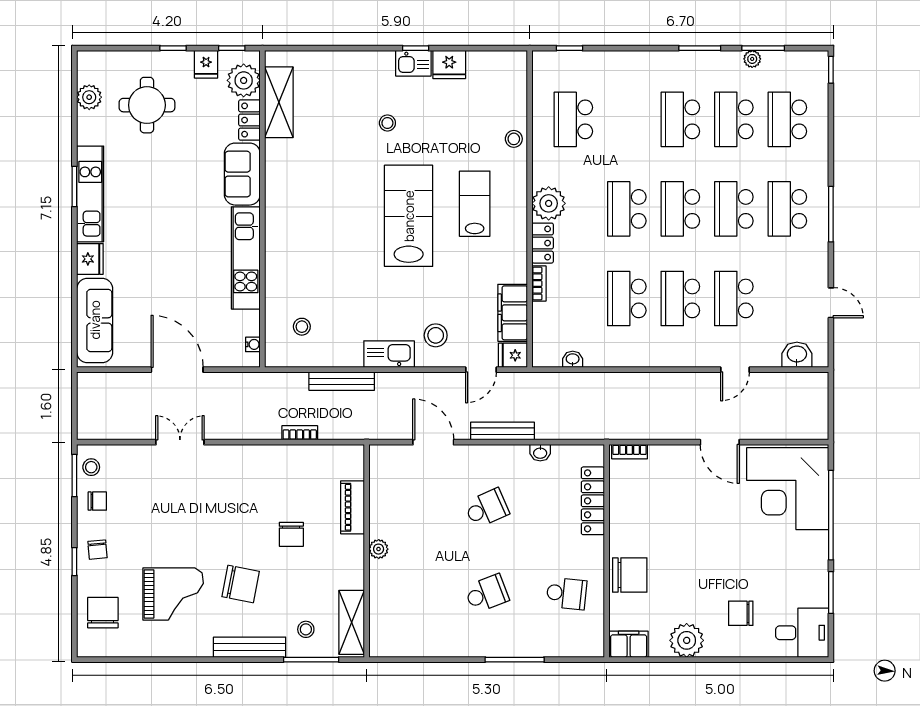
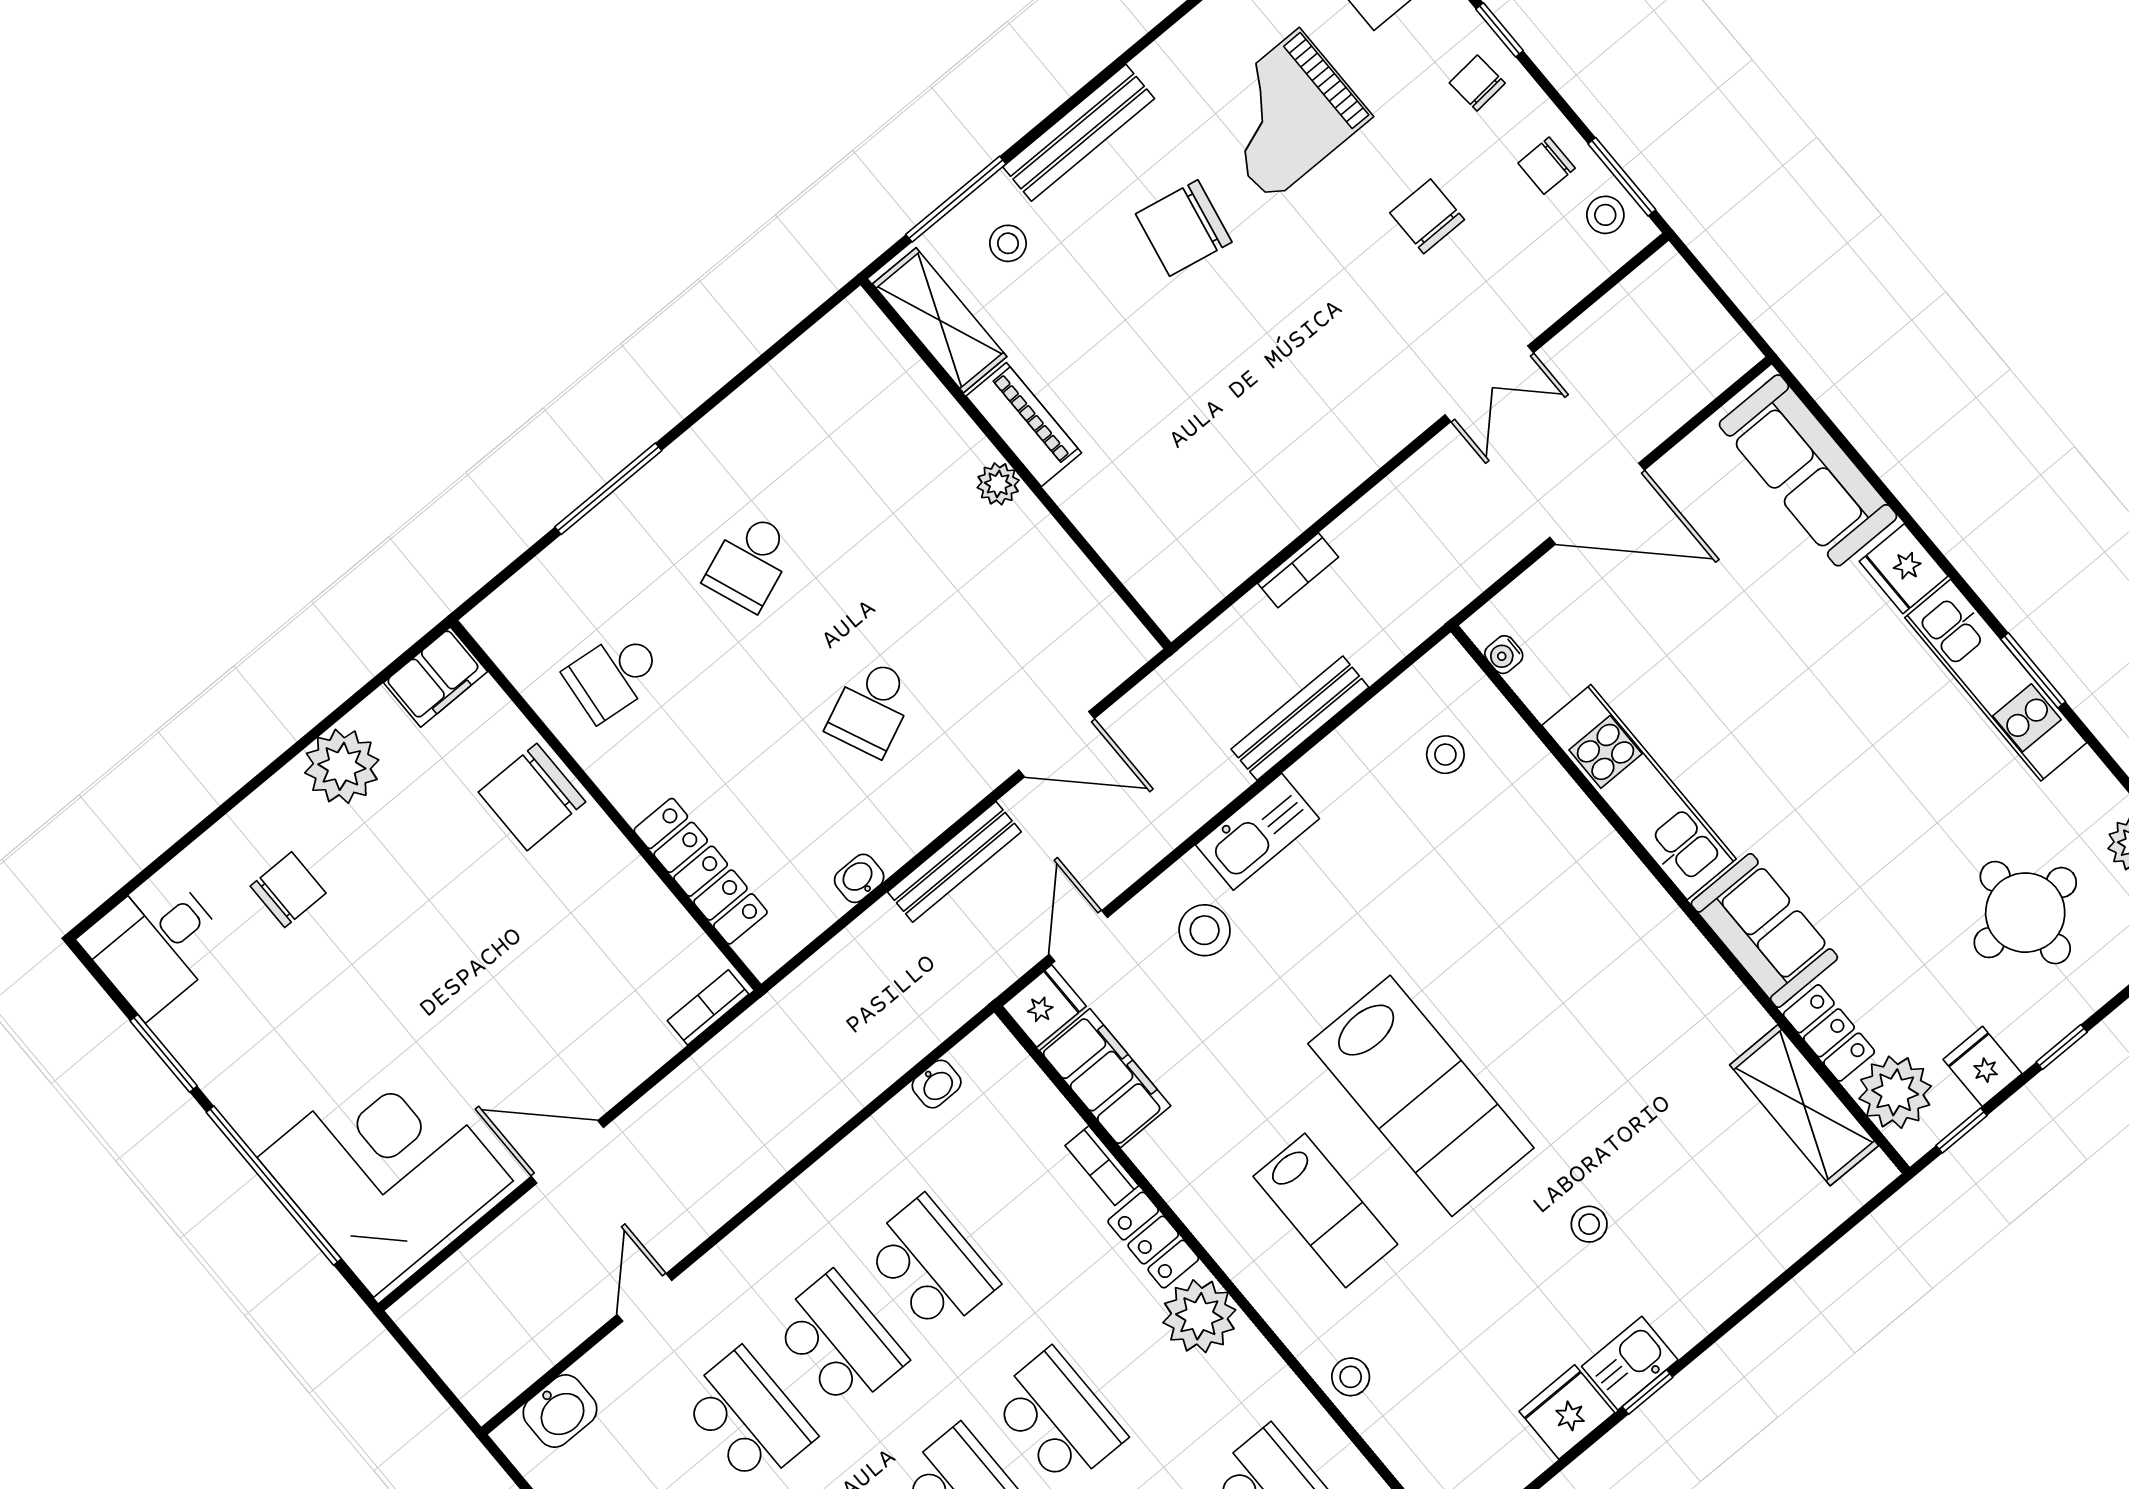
piano: (353, 507) -> (1024, 424), moved
chair: (291, 534) -> (1427, 216), moved

